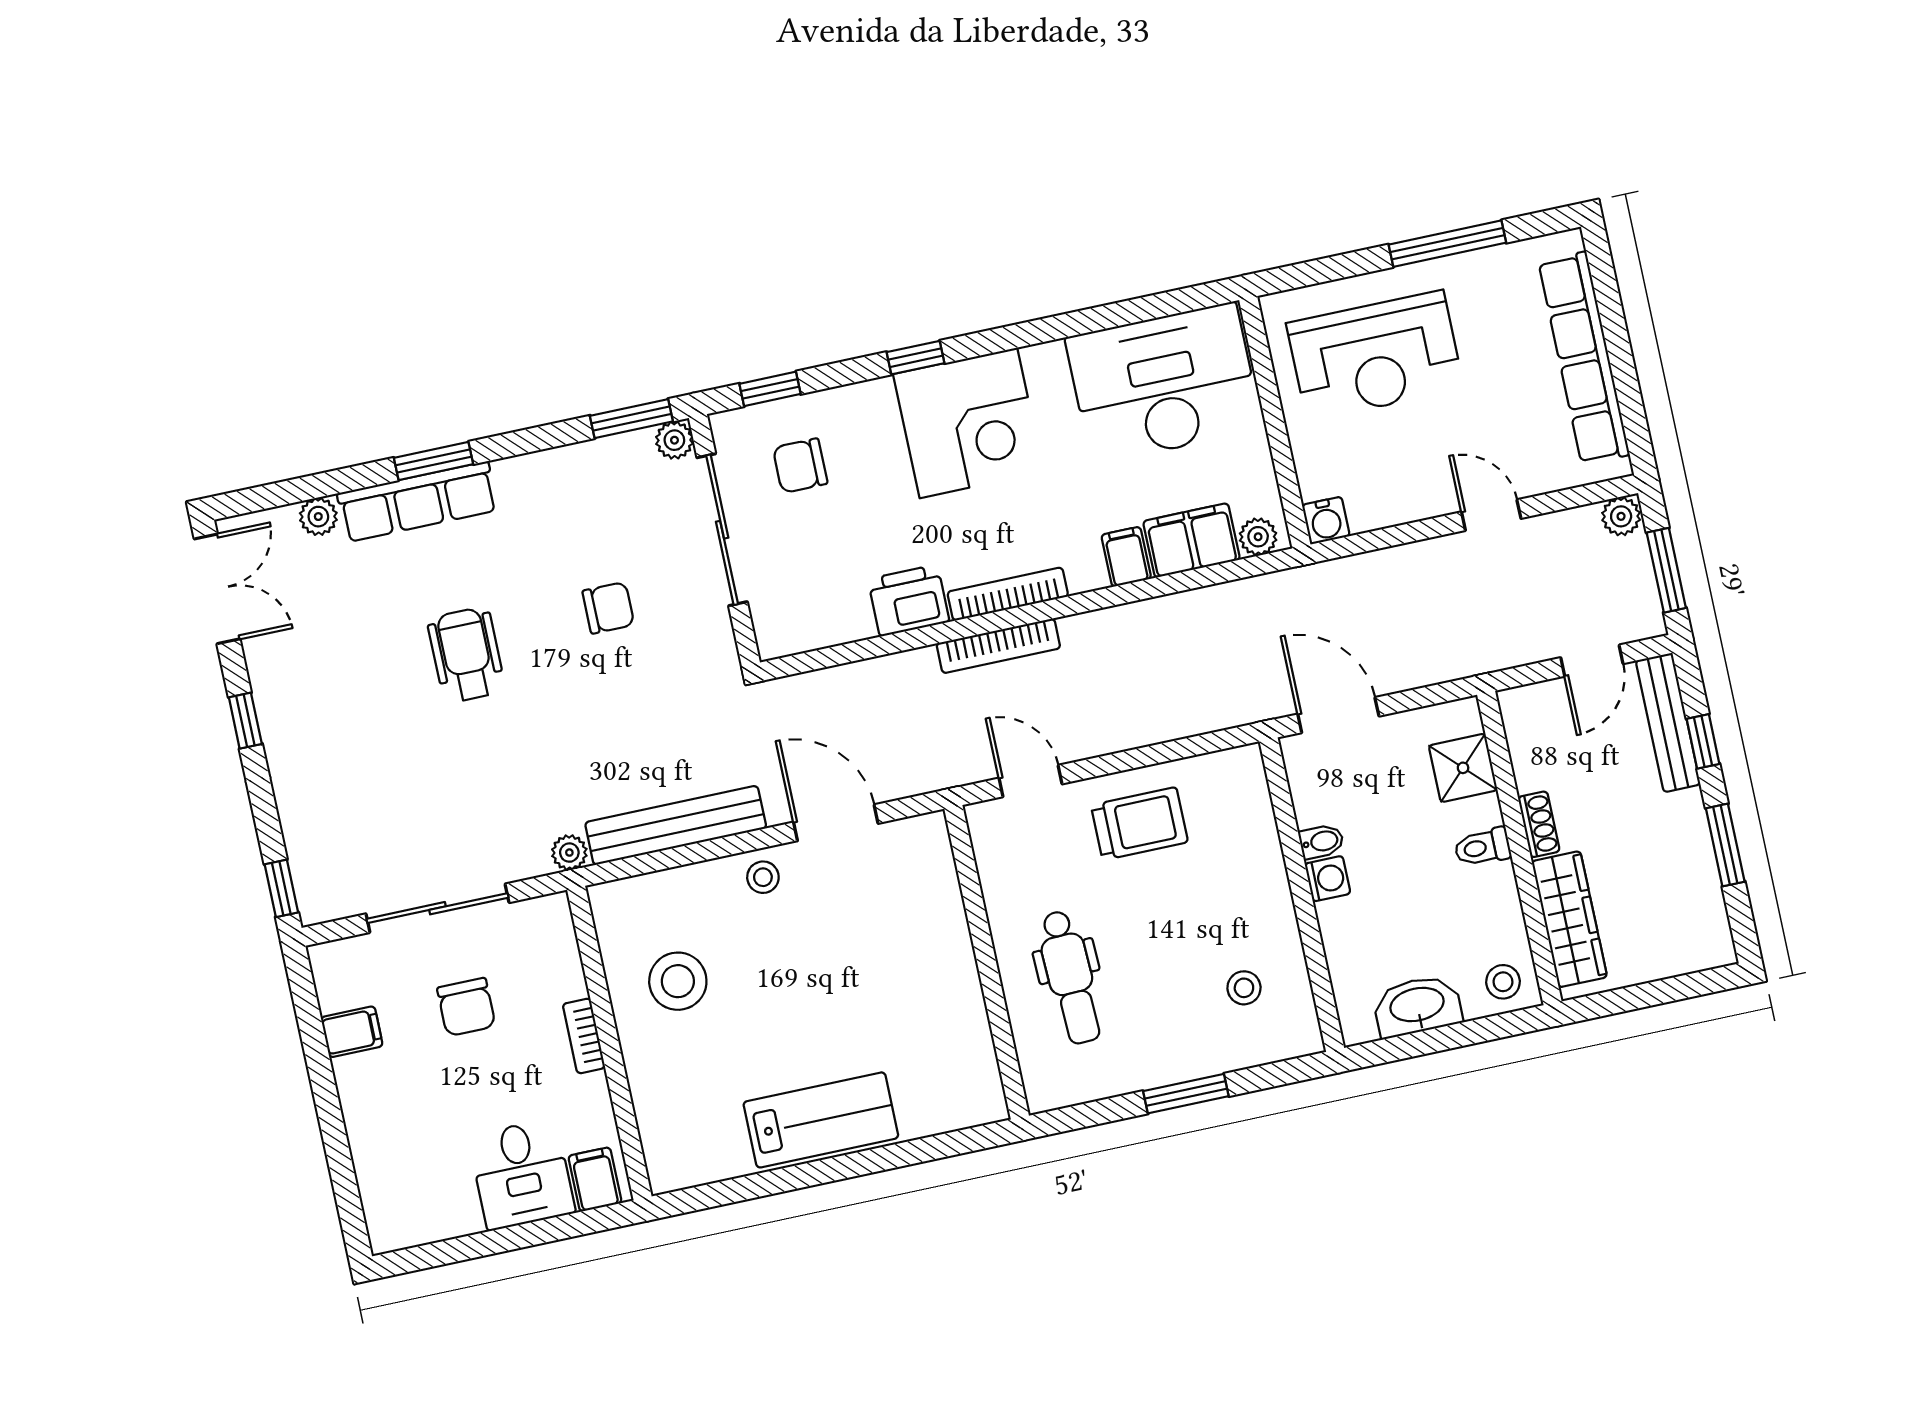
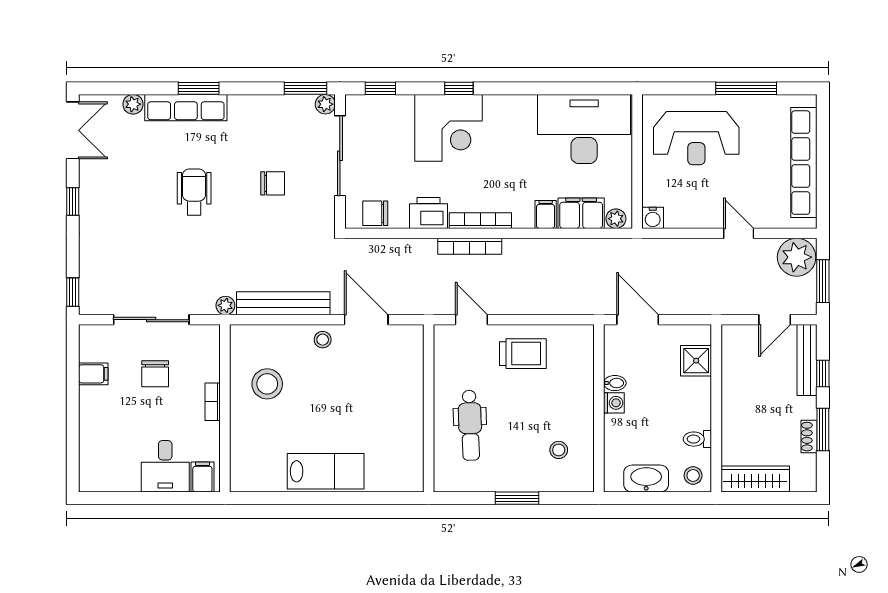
corner desk: (968, 423) -> (449, 128), moved
chair: (800, 466) -> (375, 213), moved
plant: (1621, 516) -> (797, 257), width x1.87, depth x1.87
shoe rack: (1539, 824) -> (809, 437), moved, turned 180
toilet: (1483, 847) -> (697, 439), moved
wardrobe: (1569, 919) -> (755, 479), moved, turned -90

